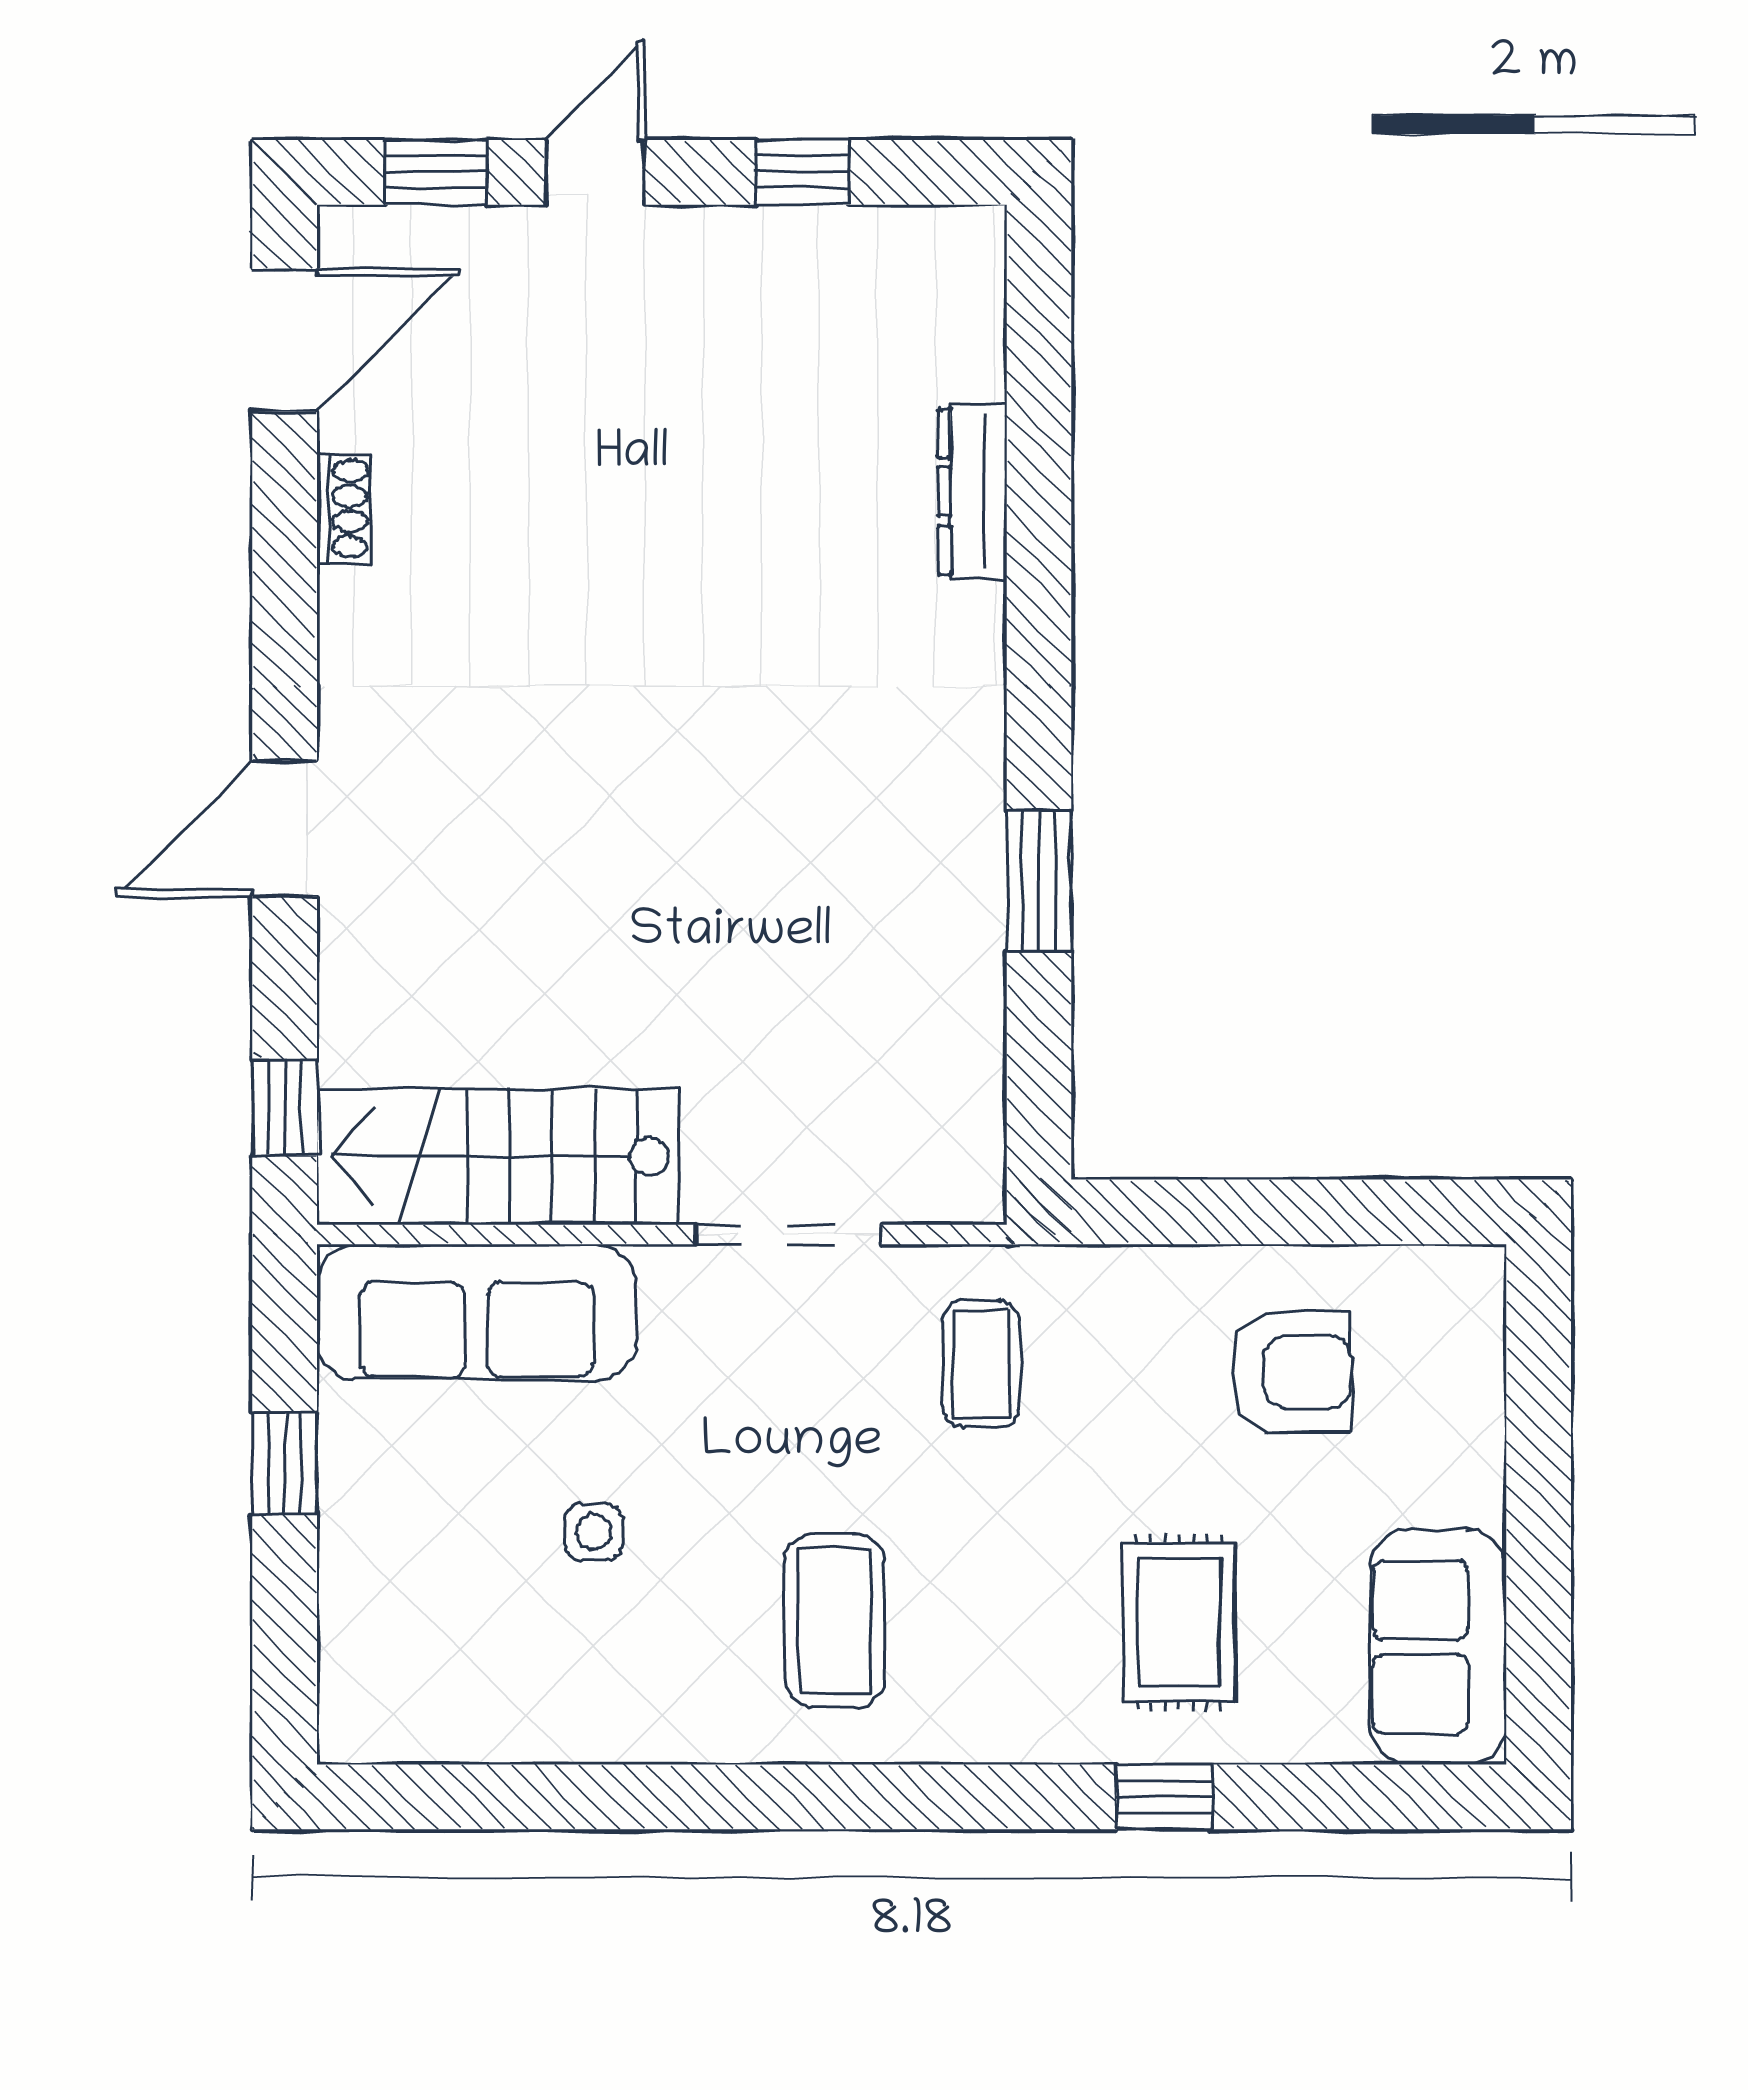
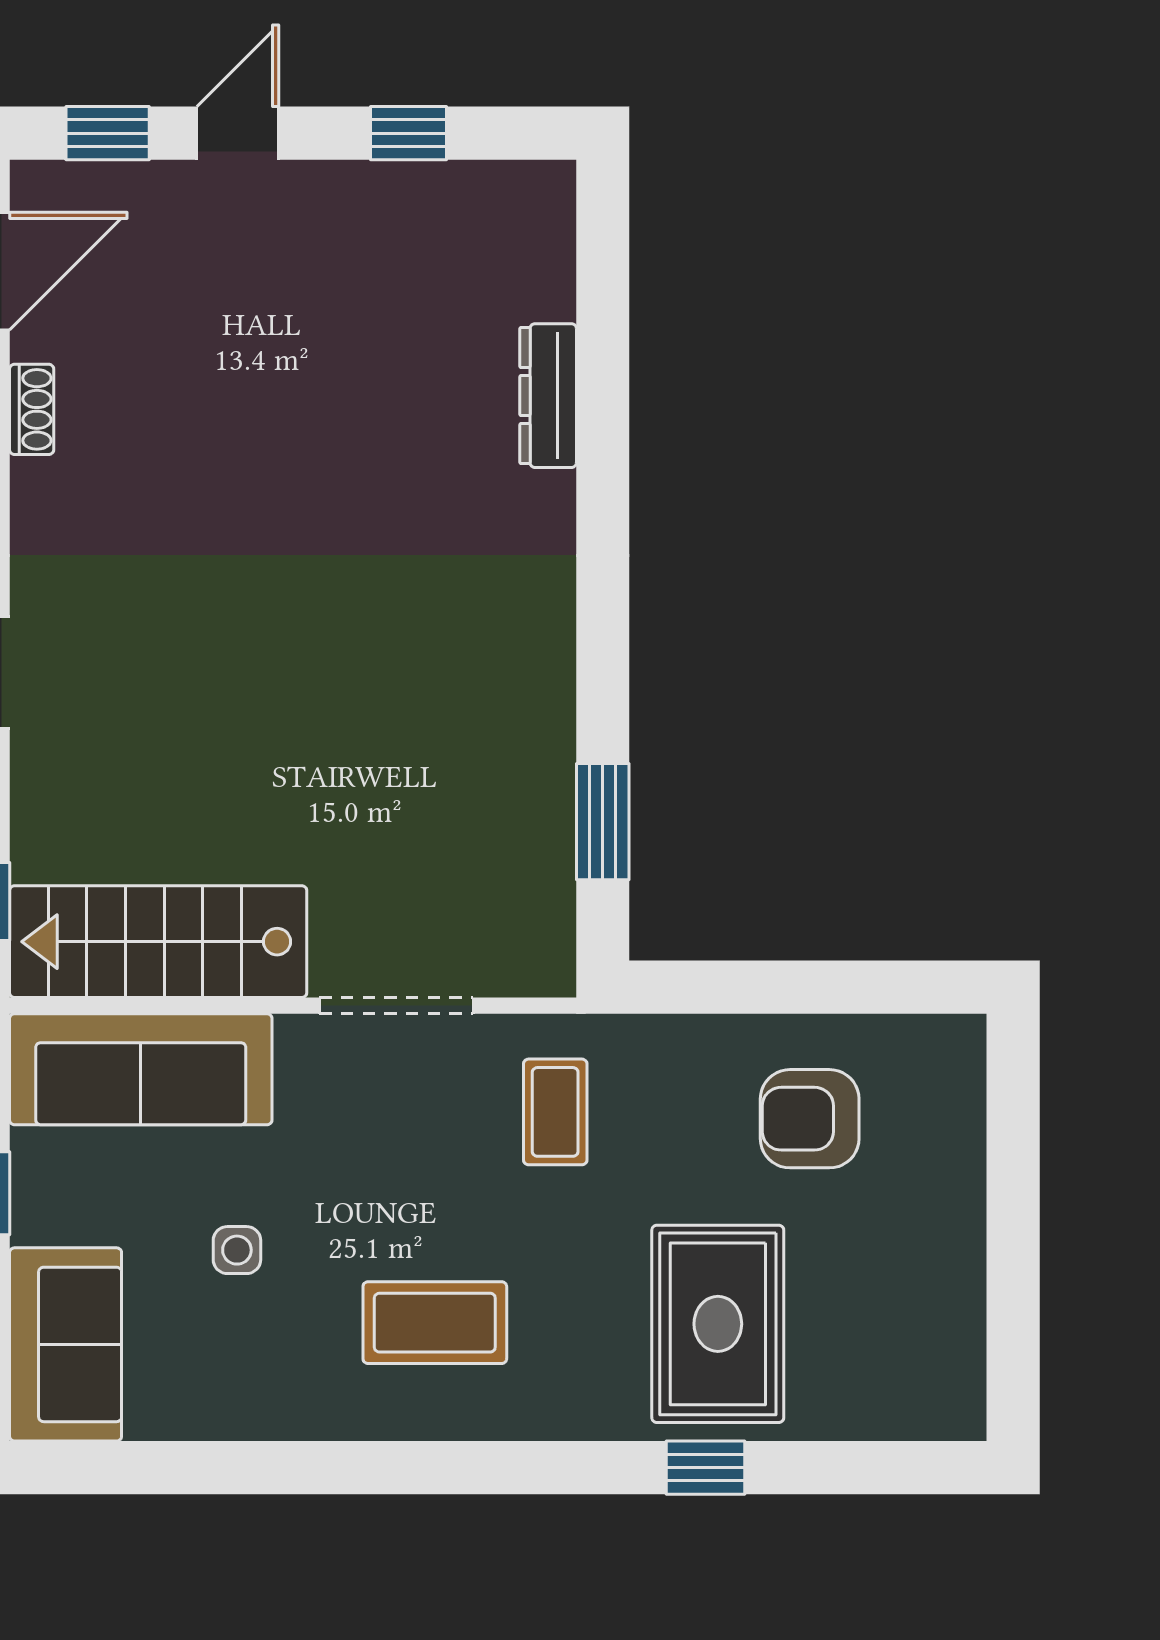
window: (1039, 881) -> (603, 822), moved
armchair: (1291, 1372) -> (810, 1119), turned 180
coffee table: (834, 1620) -> (435, 1323), turned 90
rug: (1179, 1622) -> (718, 1324), width x1.36, depth x1.43
sofa: (1438, 1647) -> (66, 1344), moved, turned 180

